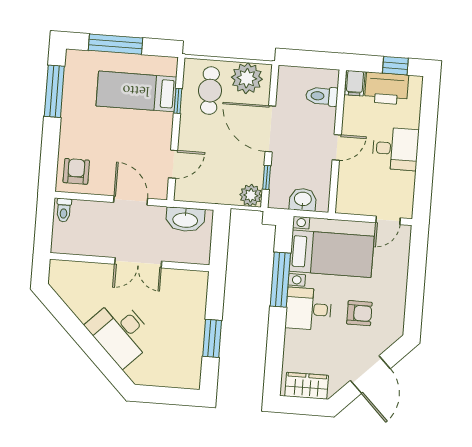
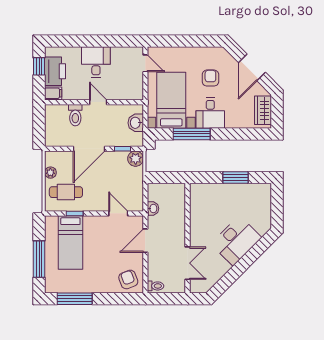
plant: (247, 78) -> (50, 173), width x0.53, depth x0.53
toilet: (322, 96) -> (75, 115), moved
armchair: (76, 171) -> (128, 279), turned 69
washbasin: (185, 219) -> (153, 209), width x0.52, depth x0.69
double door: (138, 263) -> (188, 263), moved
door: (370, 375) -> (252, 67), swing flipped

